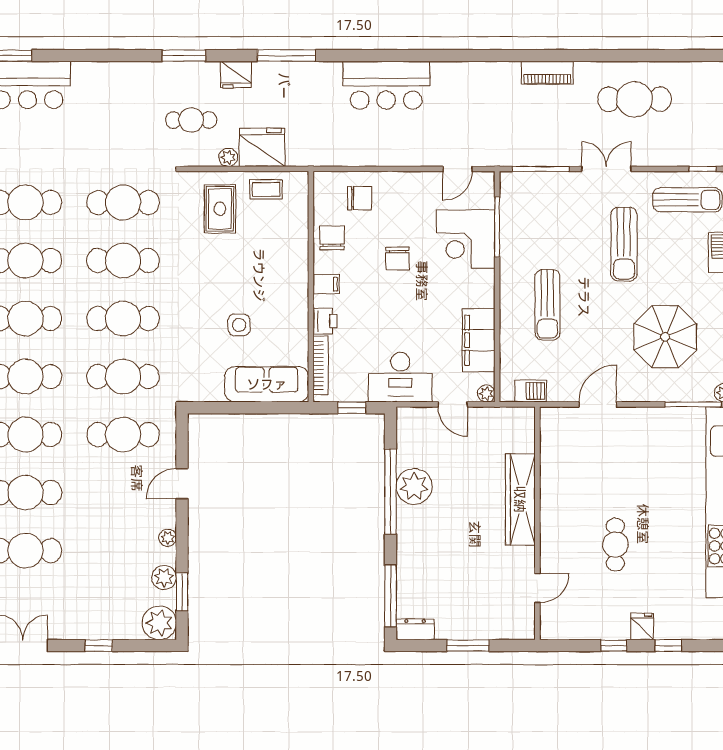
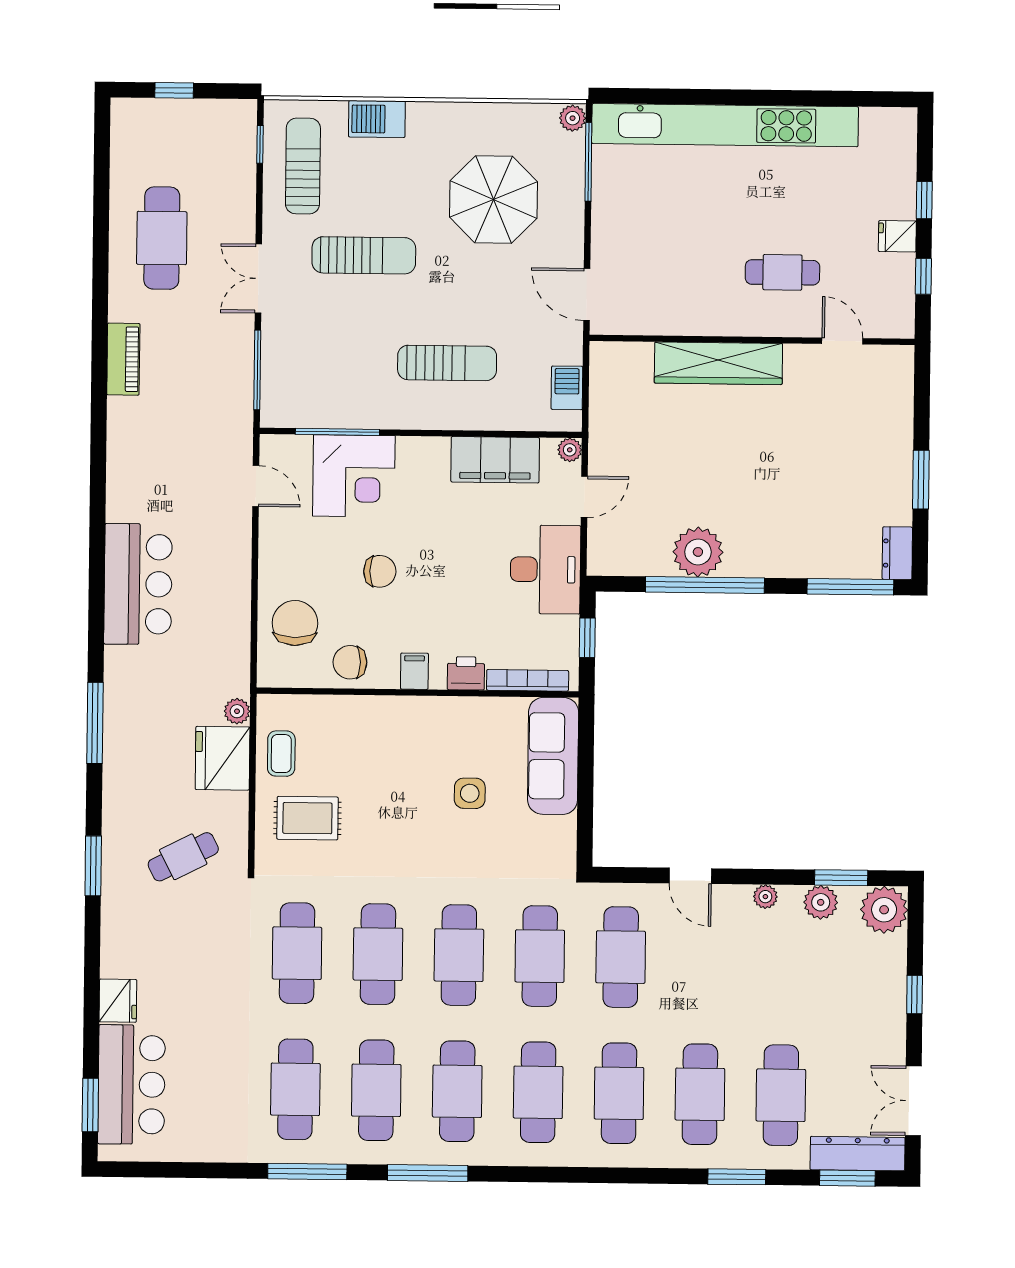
fridge: (236, 75) -> (118, 1001), moved
cafe table: (191, 120) -> (183, 857), turned 63
plant: (228, 157) -> (237, 711), moved
chair: (360, 198) -> (295, 623), width x1.37, depth x1.37
wardrobe: (520, 499) -> (718, 363), moved
wall: (537, 523) -> (752, 340), moved
door: (537, 588) -> (842, 341), moved

